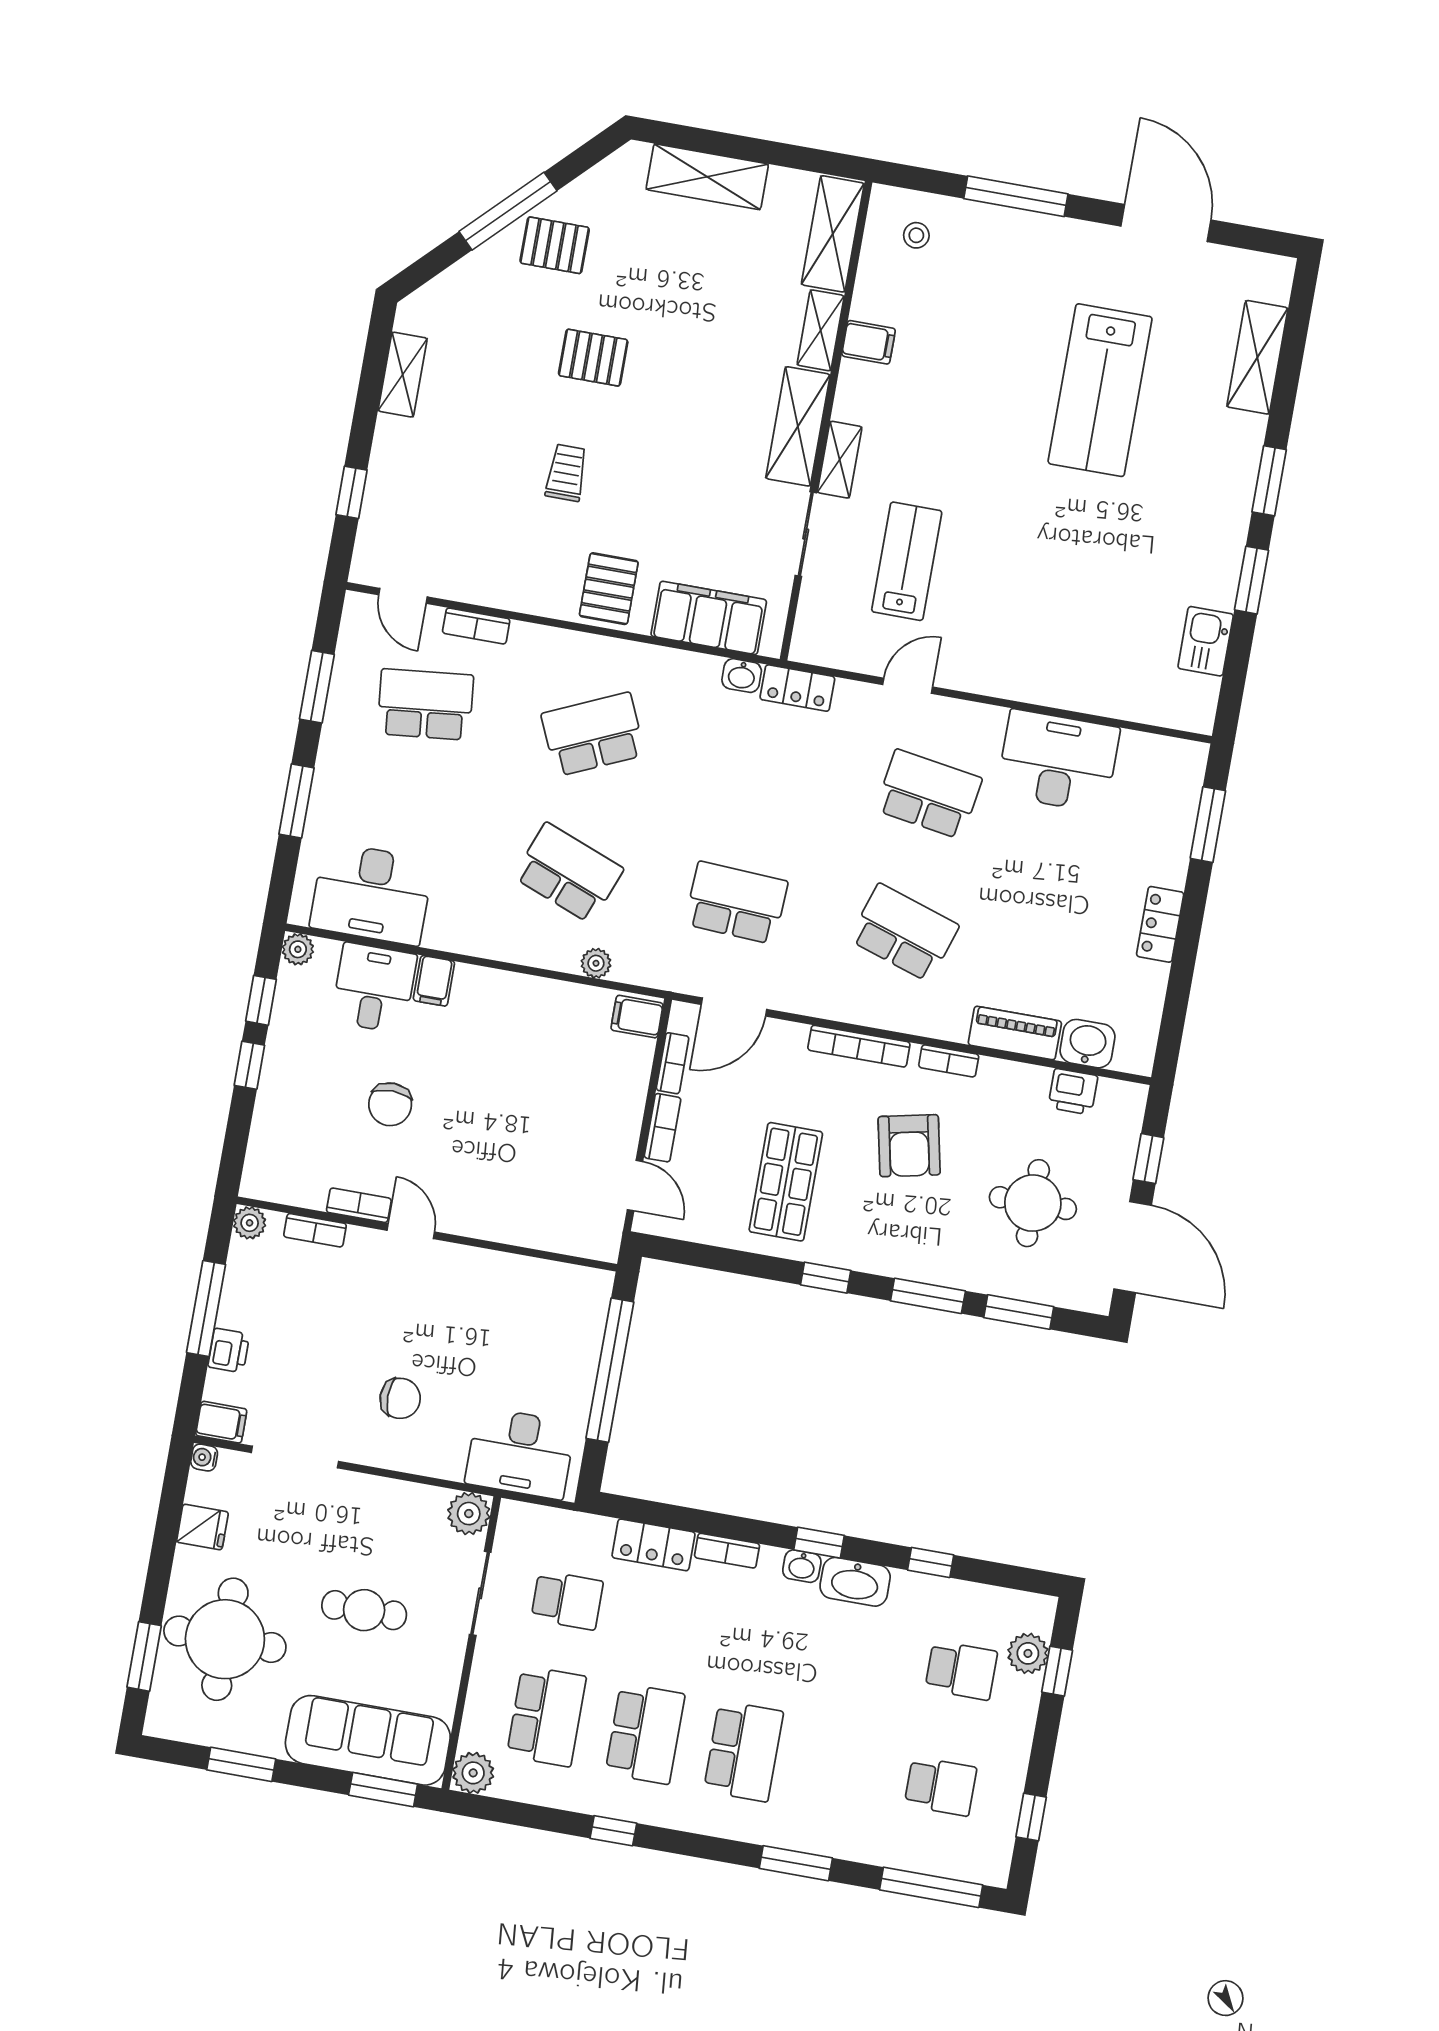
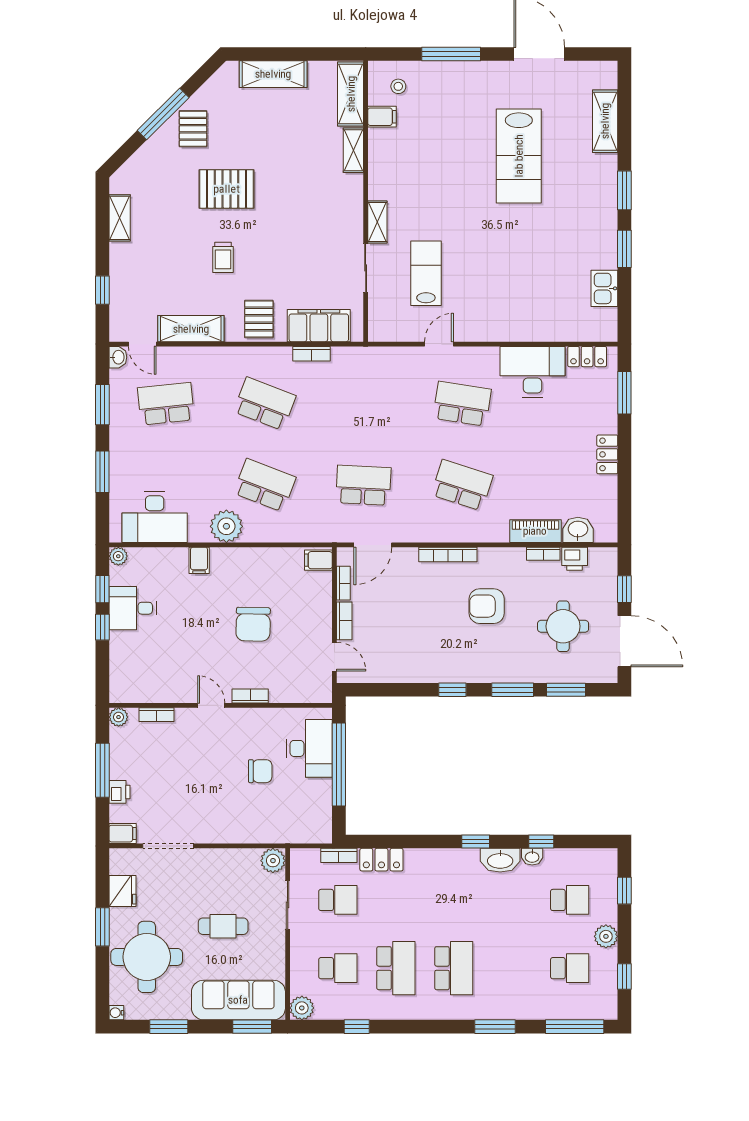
pallet: (555, 245) -> (193, 129), turned 90
filing cabinet: (869, 342) -> (382, 117), moved
pallet: (593, 358) -> (227, 189), width x1.50, depth x1.42
shelving: (798, 426) -> (191, 329), moved, turned 90
trolley: (566, 473) -> (223, 257), turned 180
bookcase: (476, 626) -> (312, 354), moved
washbasin: (742, 676) -> (118, 357), moved, turned -90
locker: (797, 688) -> (587, 357), moved
school desk: (593, 734) -> (265, 404), turned 45
plant: (596, 963) -> (226, 526), moved, width x1.88, depth x1.88
desk: (374, 988) -> (133, 608), moved, turned -90
bookcase: (949, 1061) -> (543, 554), moved
chair: (390, 1104) -> (253, 624), moved, width x1.37, depth x1.37
armchair: (909, 1146) -> (487, 606), turned 102
shop shelf: (786, 1182) -> (420, 639), removed
bookcase: (359, 1205) -> (250, 696), moved
chair: (400, 1398) -> (260, 771), moved
desk: (520, 1453) -> (309, 748), moved, turned -90
water cooler: (204, 1458) -> (116, 1013), moved
fridge: (202, 1527) -> (123, 891), width x1.38
bookcase: (727, 1551) -> (339, 855), moved
washbasin: (802, 1566) -> (532, 857), moved
plant: (1028, 1653) -> (606, 936), moved
window: (144, 1656) -> (102, 927), moved
school desk: (546, 1716) -> (338, 968), width x0.54
window: (613, 1831) -> (357, 1027), moved

